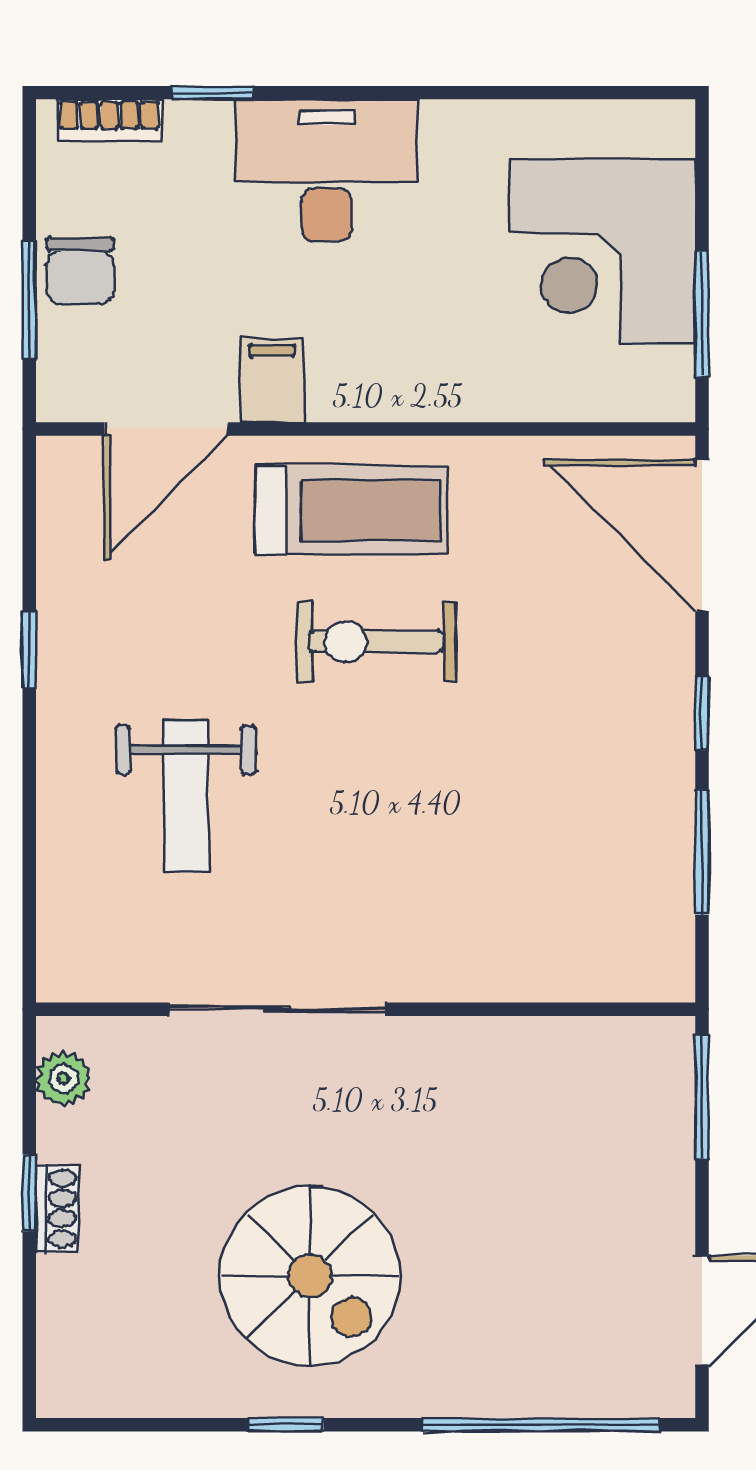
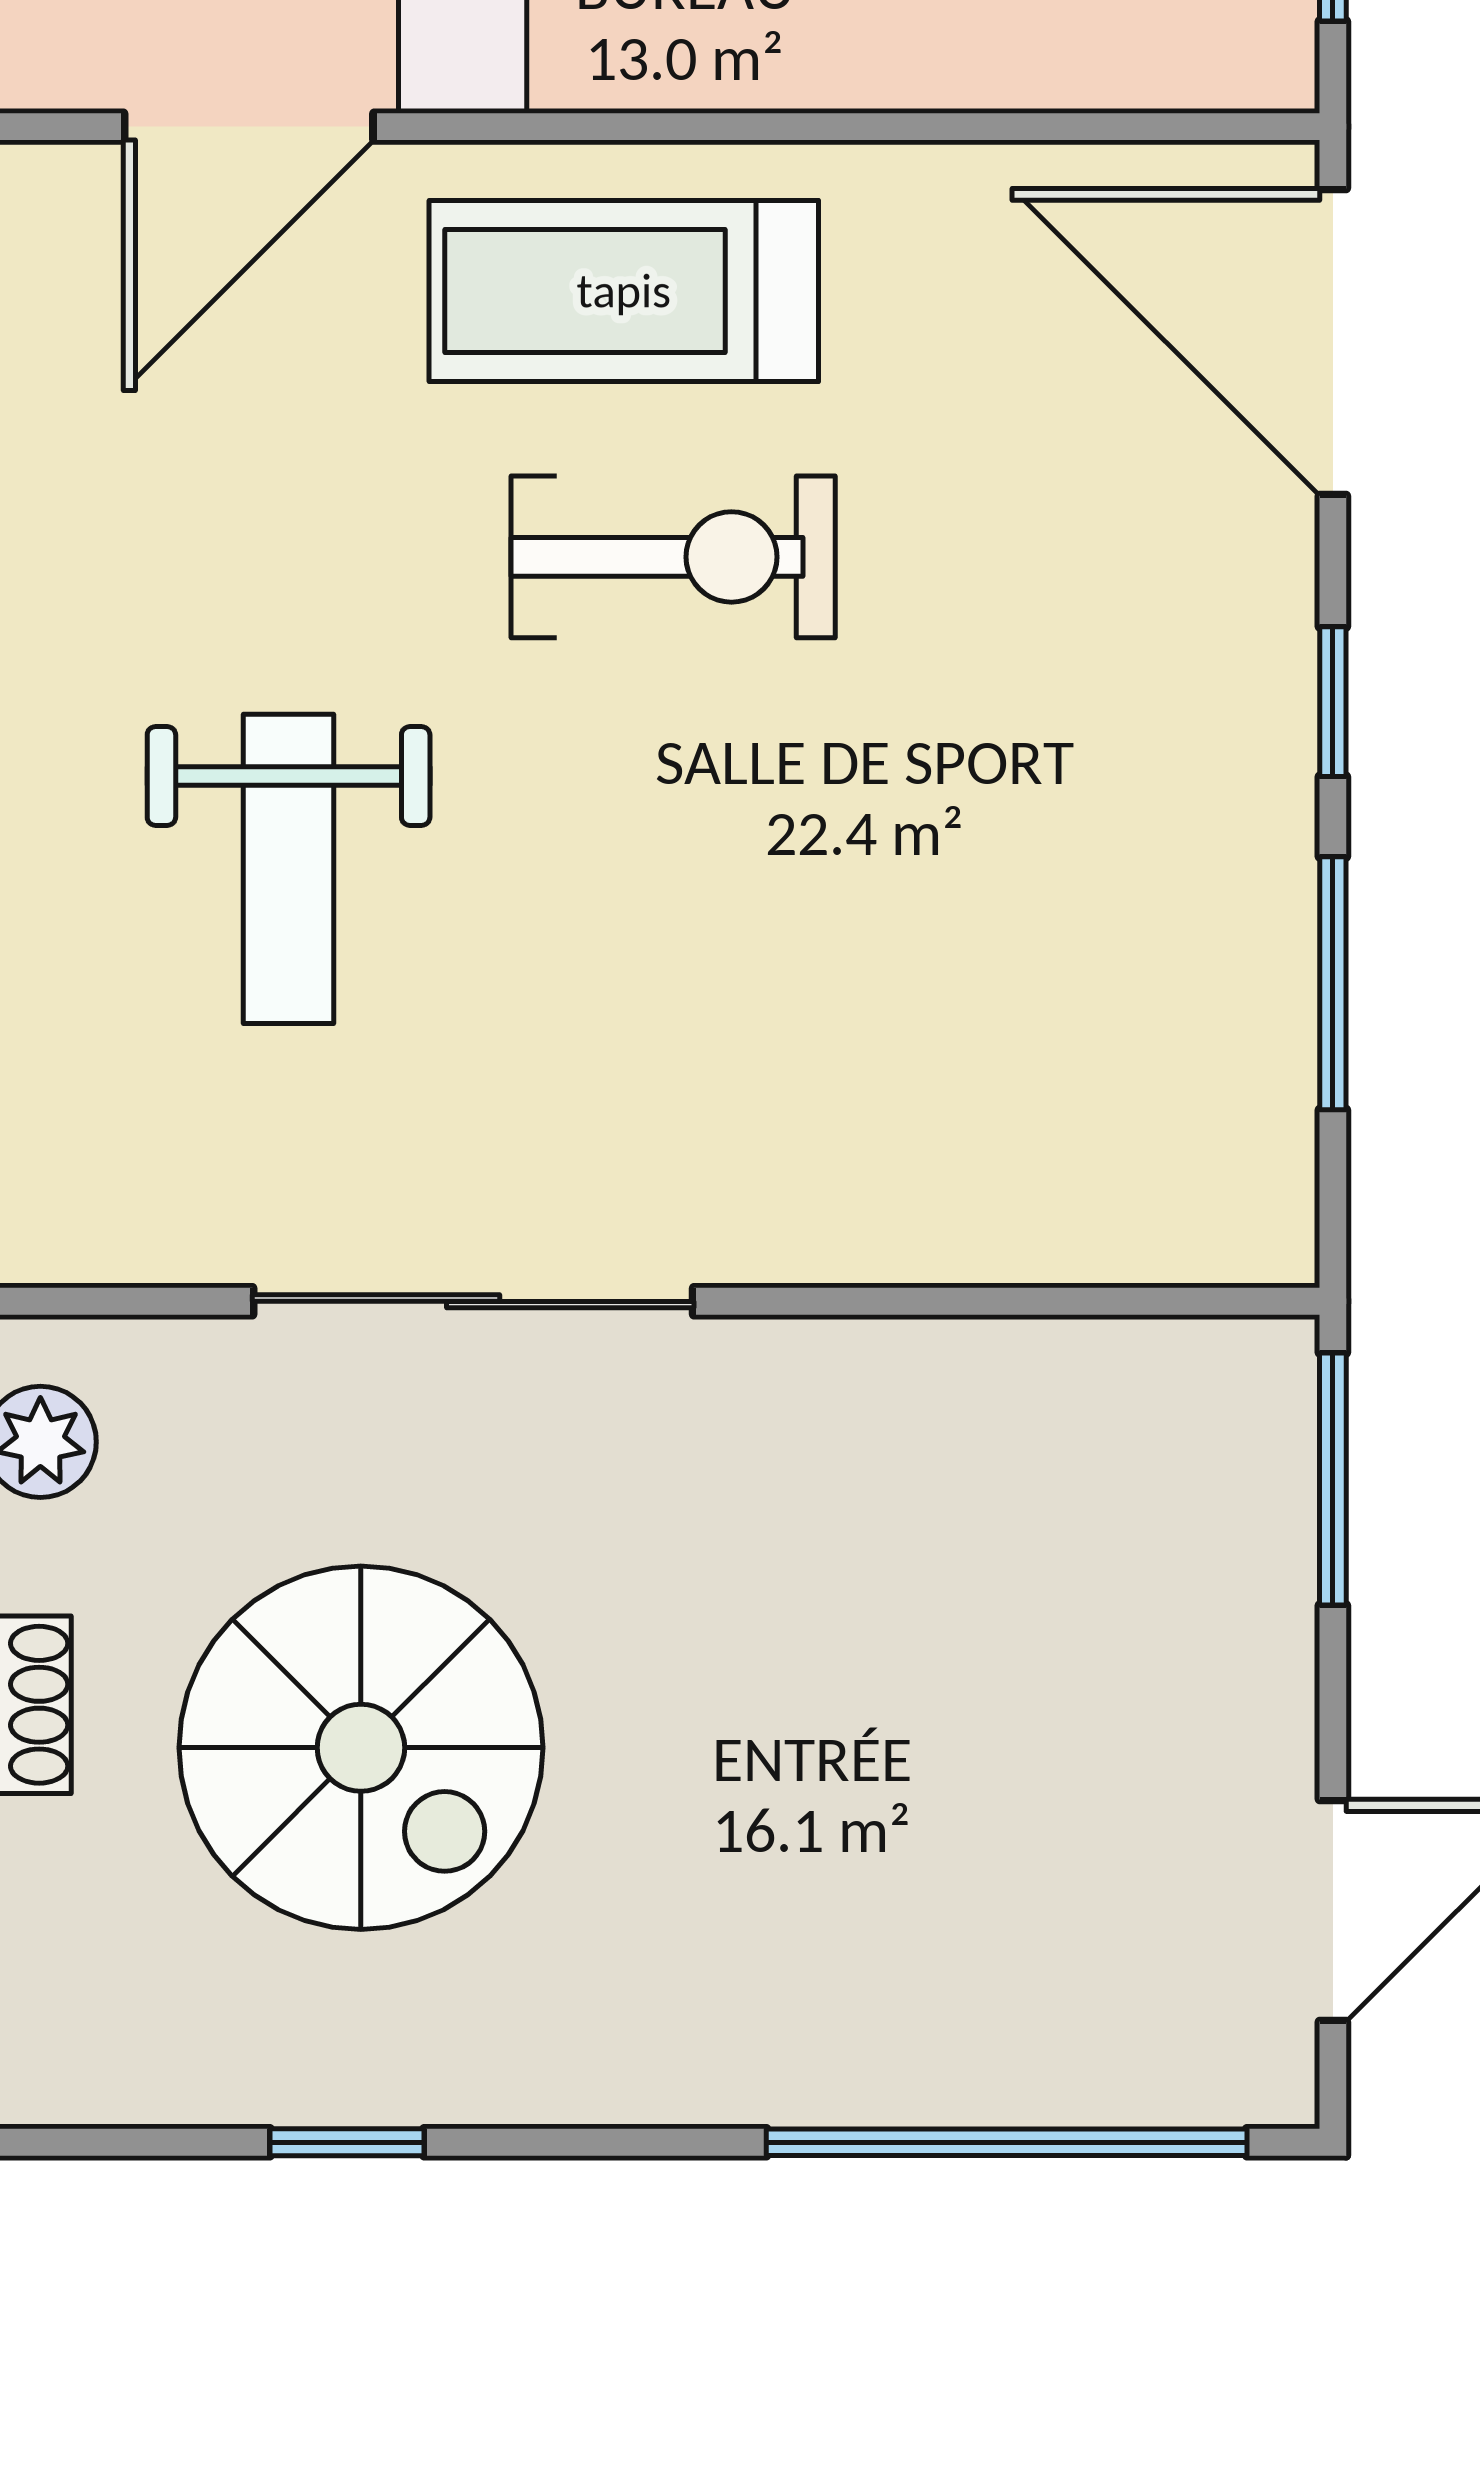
treadmill: (352, 510) -> (624, 291), turned 180
exercise bike: (376, 642) -> (673, 557), turned 180
spiral stairs: (310, 1276) -> (361, 1748), moved
window: (286, 1425) -> (347, 2142), moved

